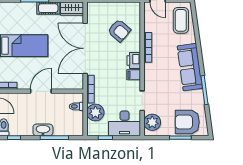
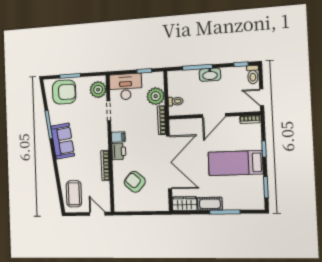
sofa: (190, 67) -> (63, 141), width x0.73

